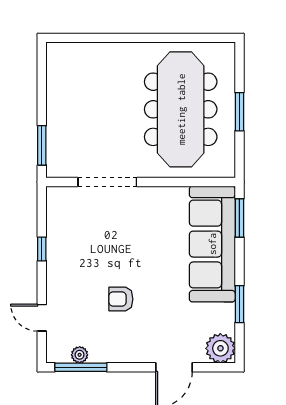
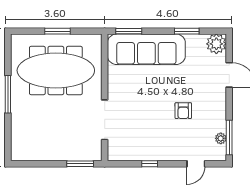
window: (145, 38) -> (8, 94), added

